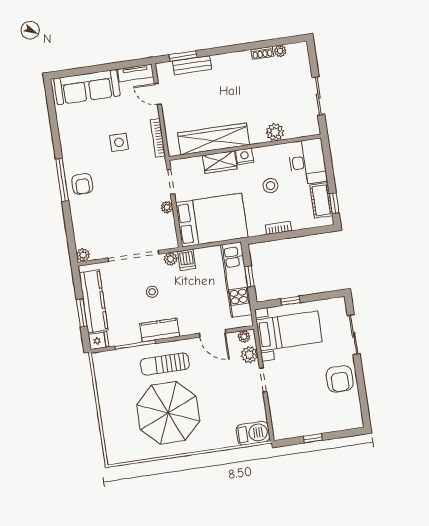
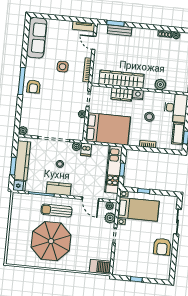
sofa: (87, 87) -> (37, 38), moved, turned -90

